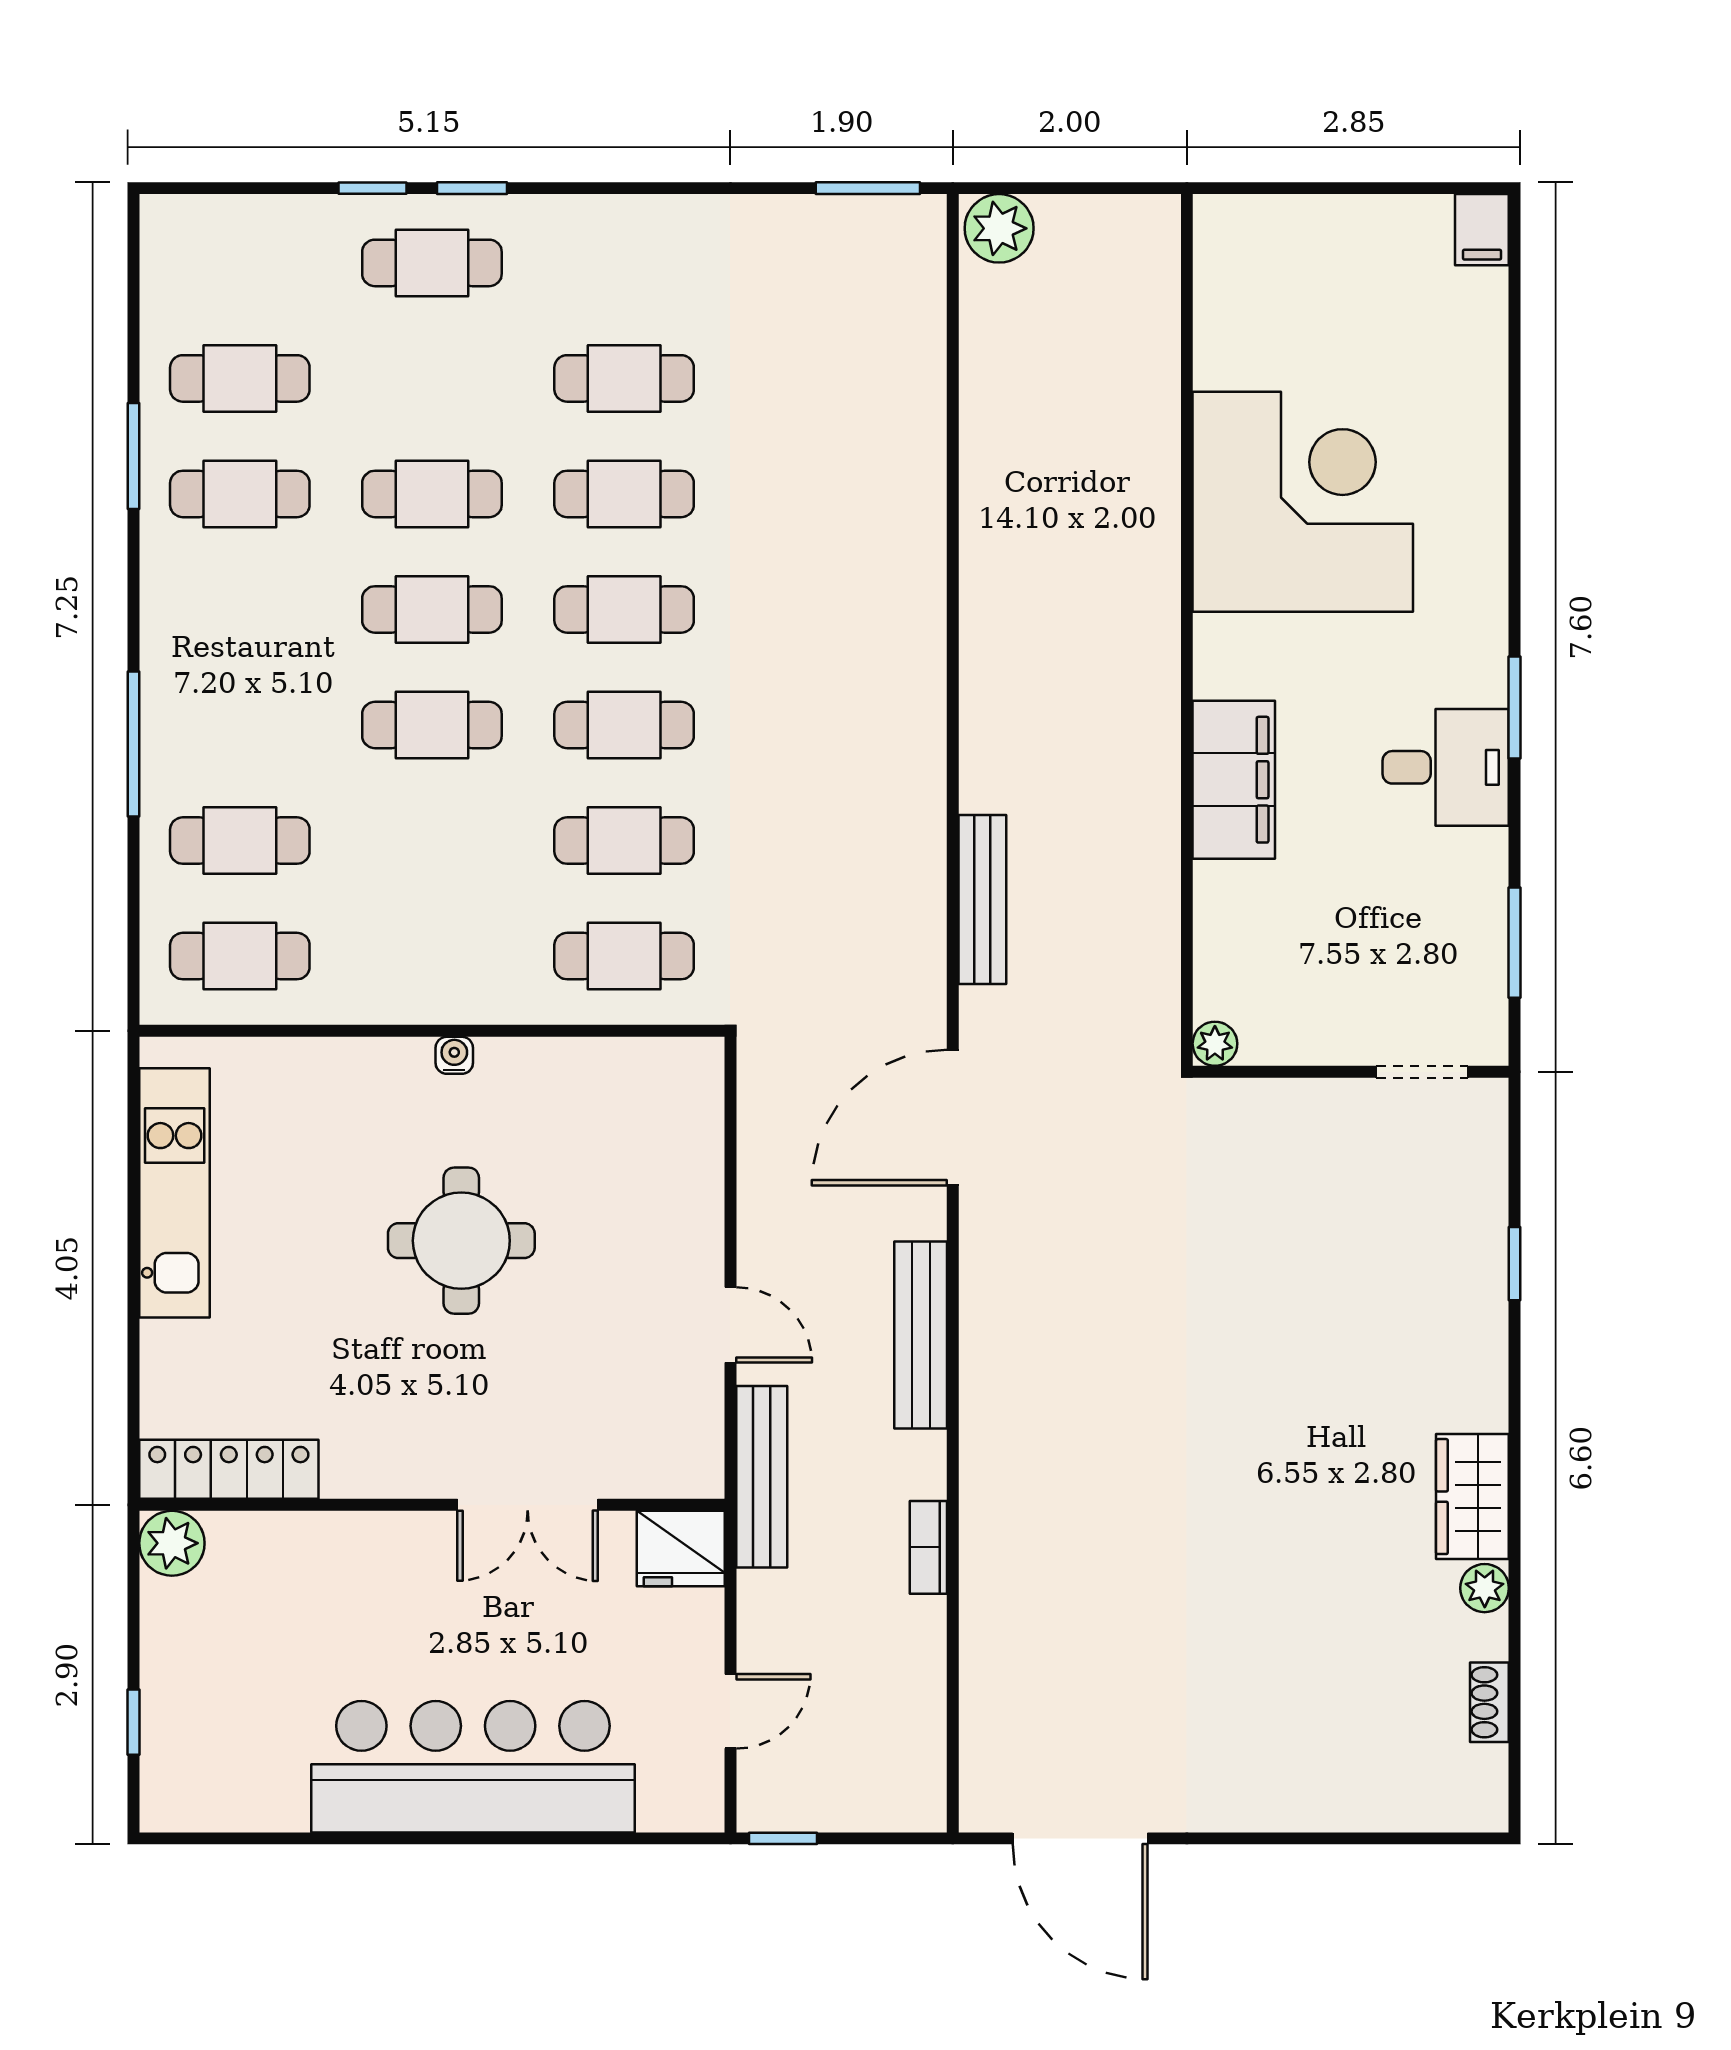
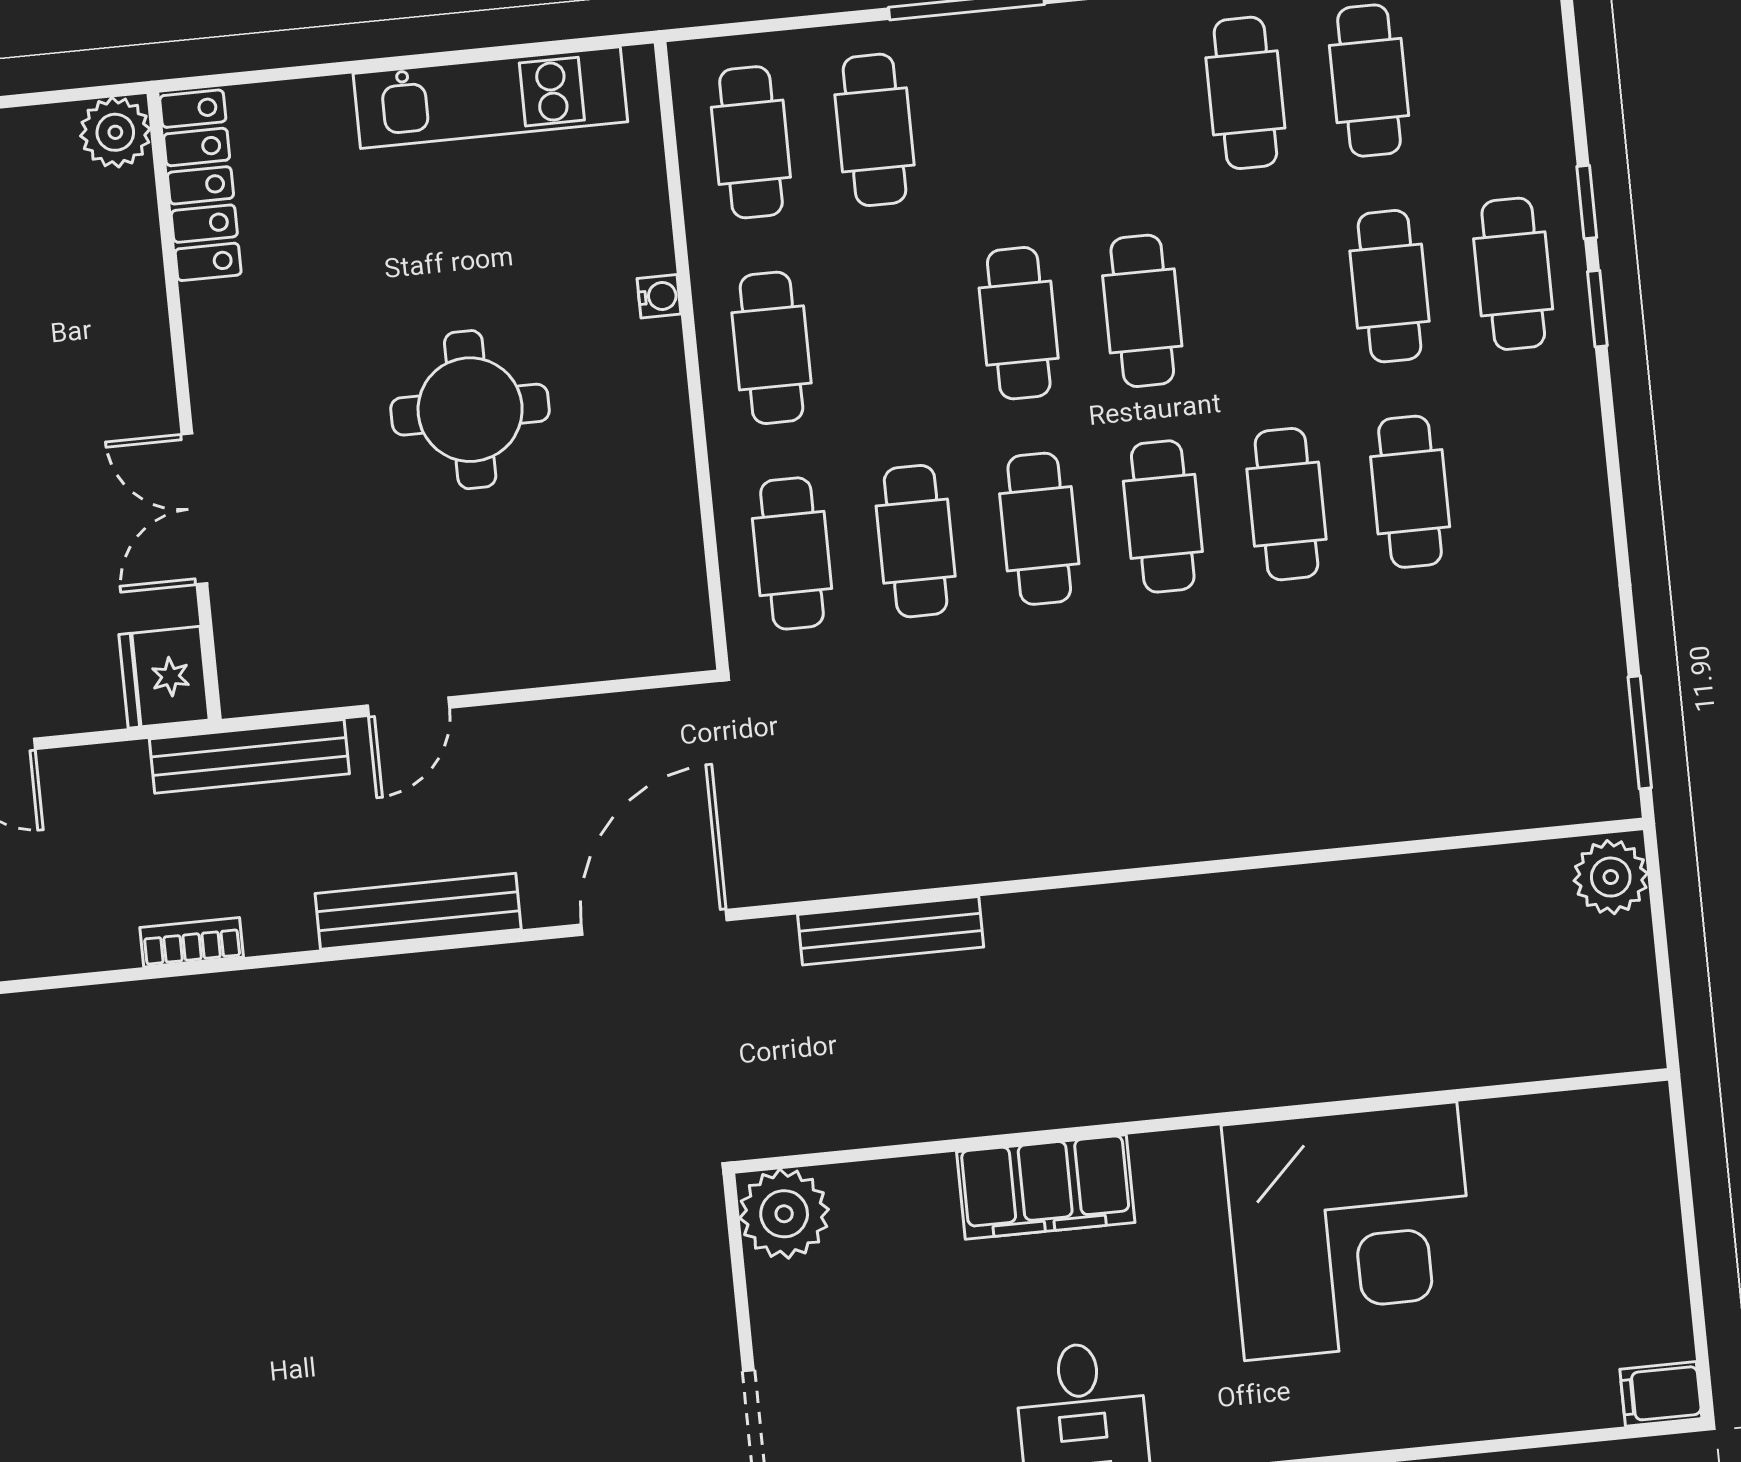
cafe table: (432, 494) -> (1390, 286), moved
cafe table: (432, 956) -> (771, 348), added
plant: (1215, 1044) -> (784, 1214), width x1.88, depth x1.88
water cooler: (454, 1055) -> (659, 296), moved
door: (953, 1118) -> (654, 922), hinge flipped

